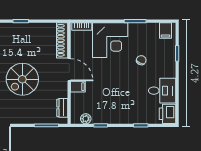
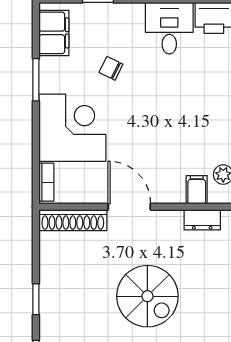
filing cabinet: (166, 30) -> (54, 33), width x2.00
door: (69, 70) -> (129, 207), hinge flipped
filing cabinet: (78, 87) -> (197, 190), moved

